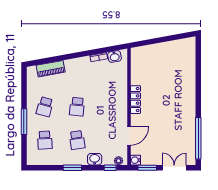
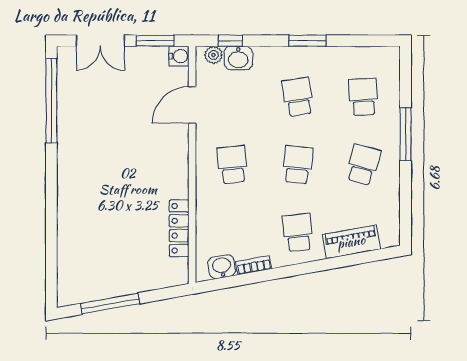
window: (169, 38) -> (110, 304), added
school desk: (77, 73) -> (298, 232), added
locker: (135, 100) -> (179, 228), moved
school desk: (109, 107) -> (232, 165), added
washbasin: (95, 159) -> (238, 58), moved

